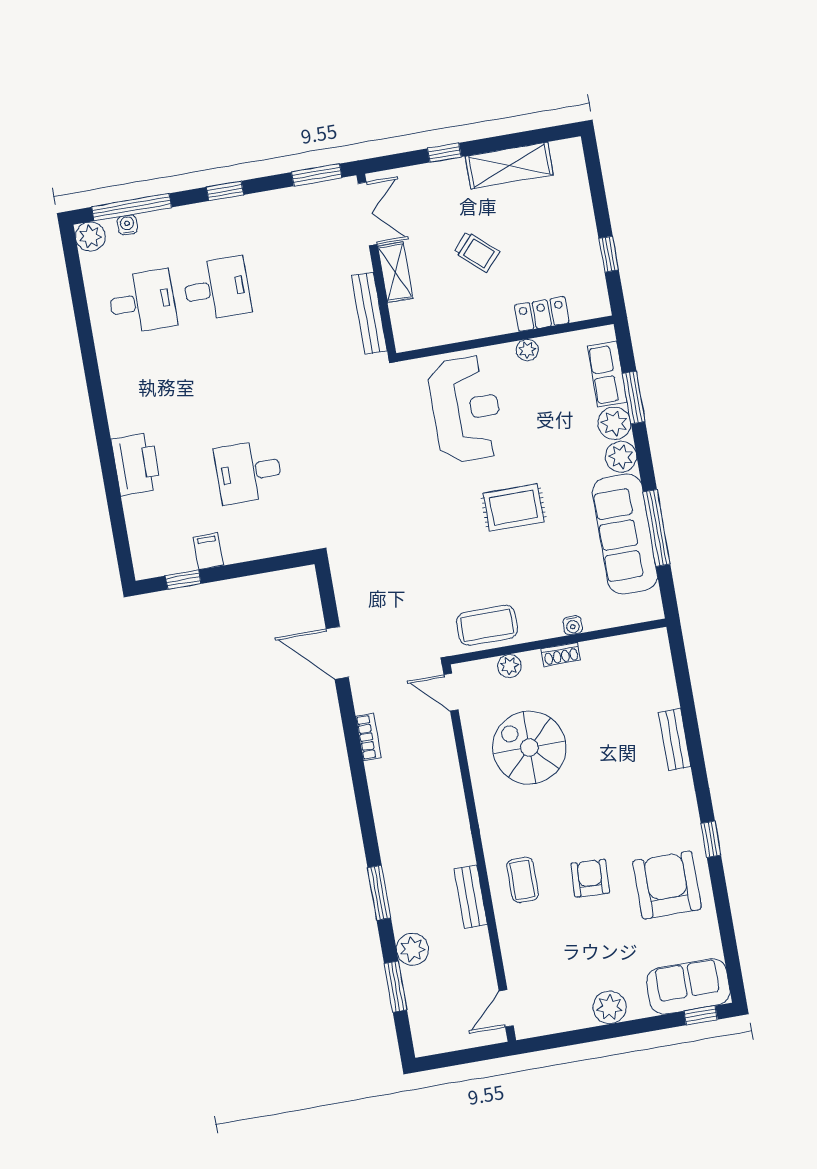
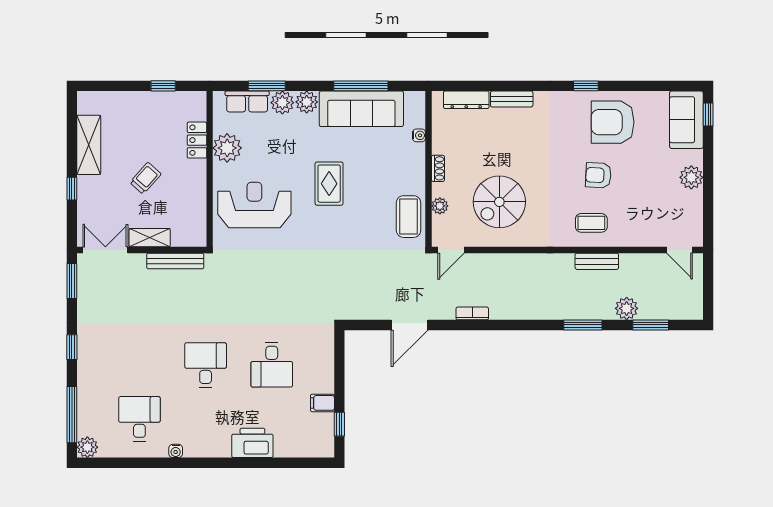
water cooler: (127, 225) -> (176, 451), moved, turned -90
desk: (217, 289) -> (206, 365), moved
plant: (527, 350) -> (227, 148), width x1.88, depth x1.88
water cooler: (573, 625) -> (419, 135), moved
dresser: (663, 677) -> (466, 100), added

